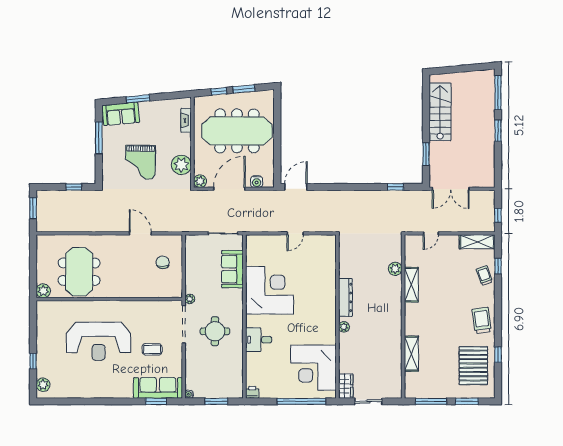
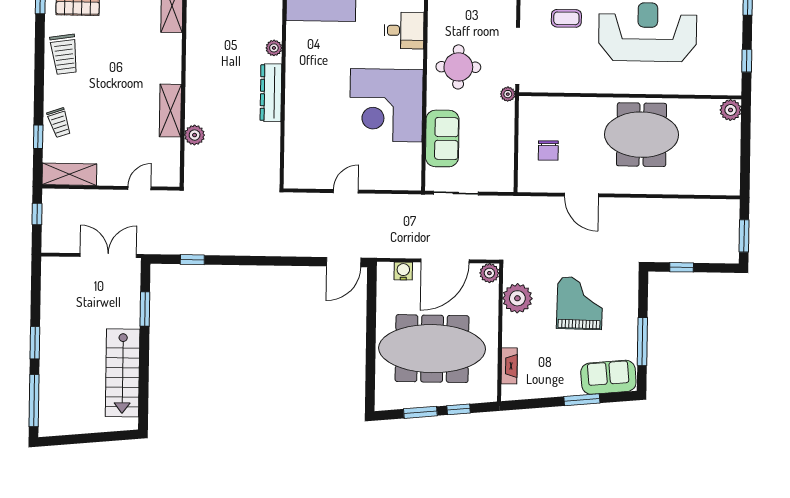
meeting table: (79, 272) -> (642, 135), moved, turned 90
window: (33, 323) -> (747, 61), added
round table: (215, 331) -> (458, 67), moved

